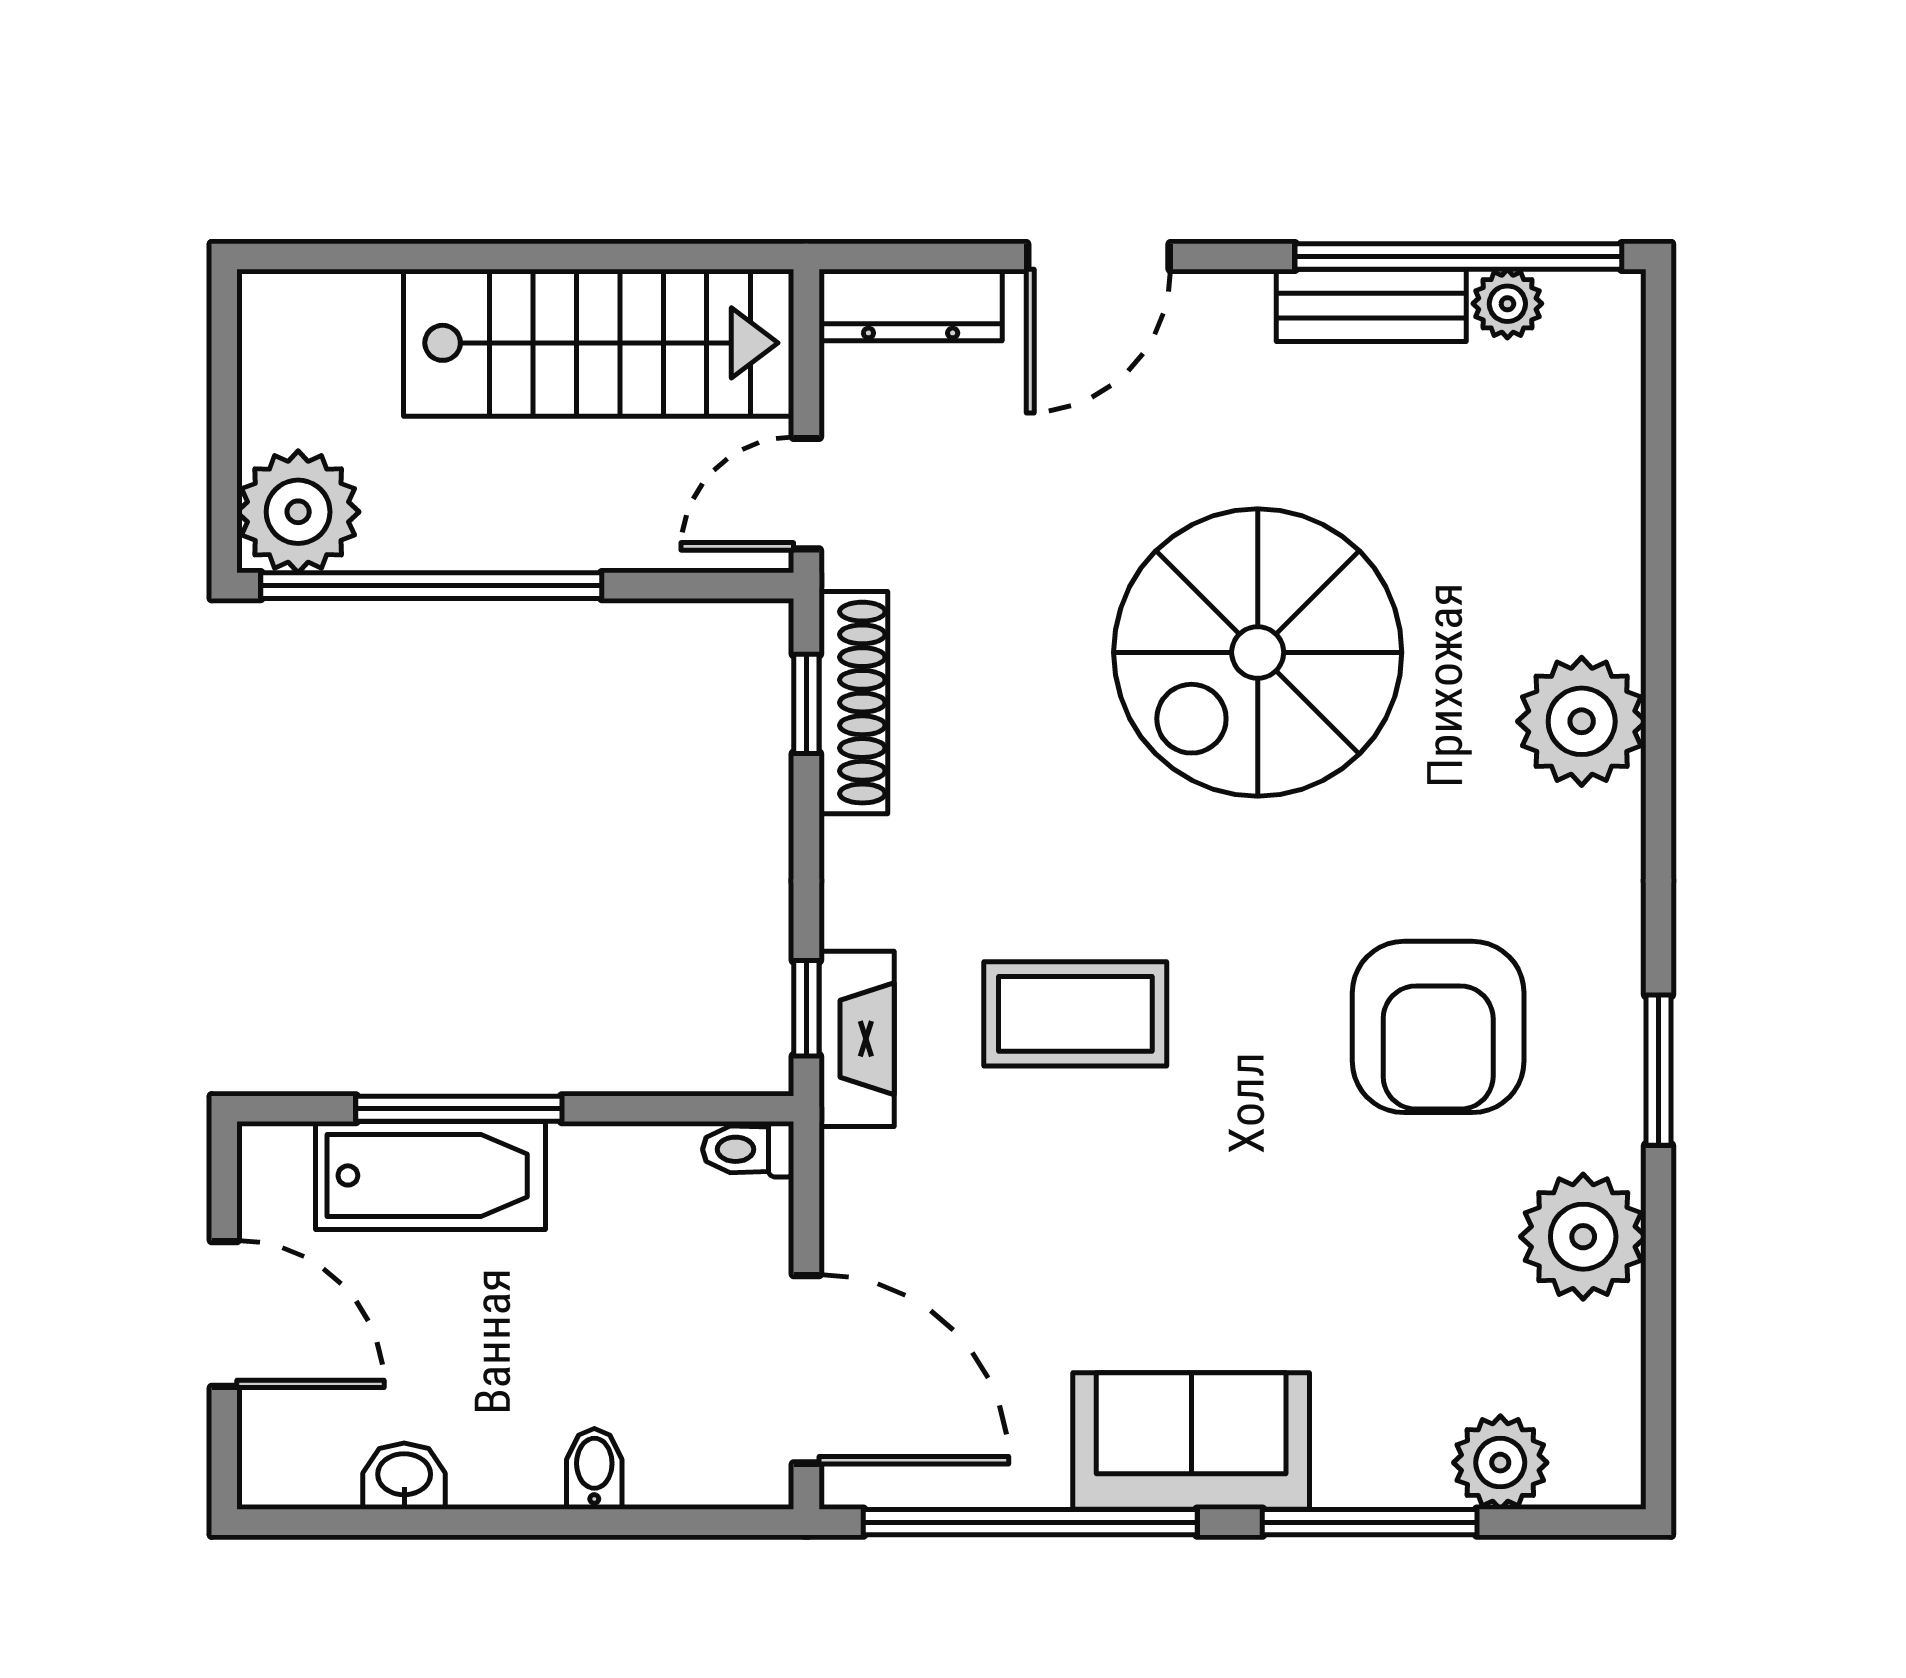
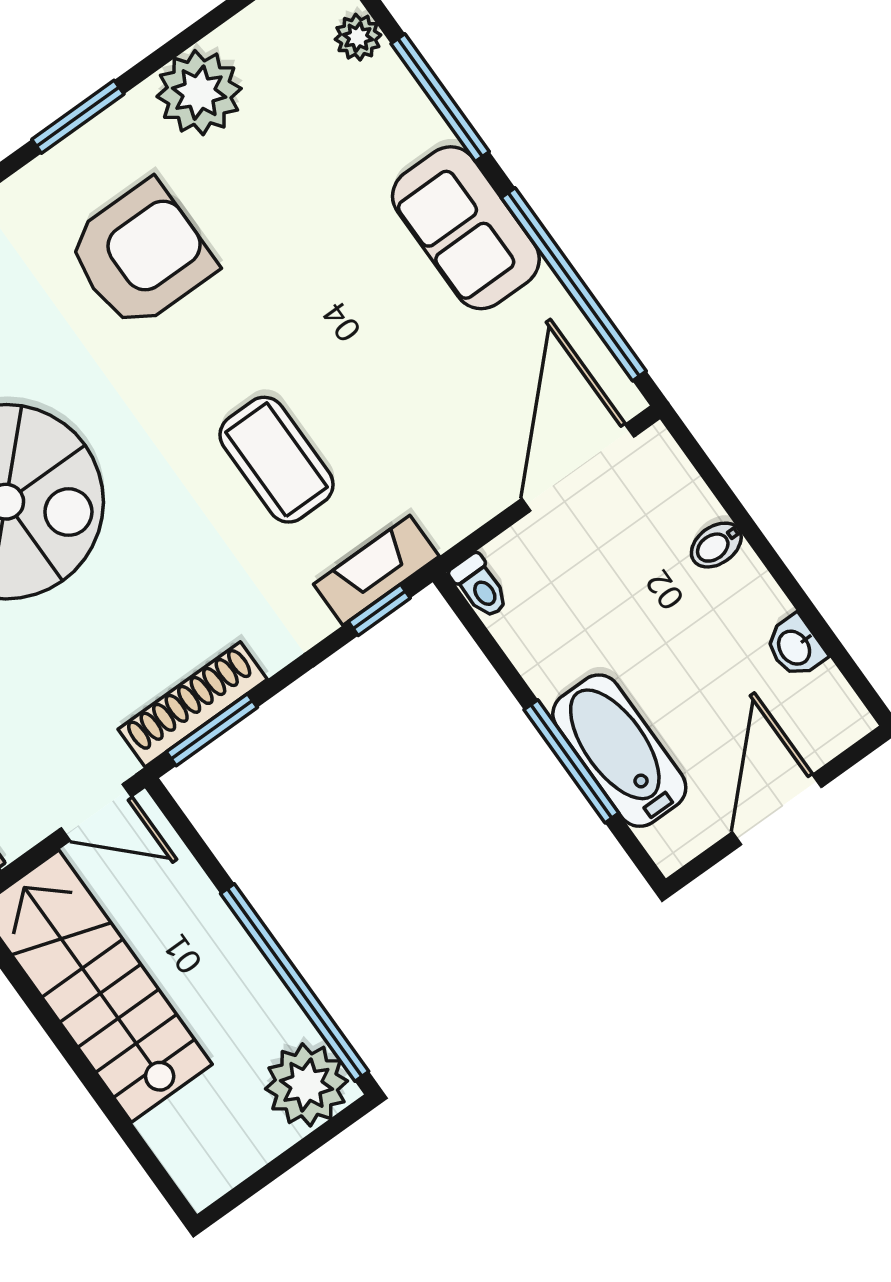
window: (806, 704) -> (212, 730), width x1.50
plant: (1500, 1463) -> (358, 37), width x0.73, depth x0.73

